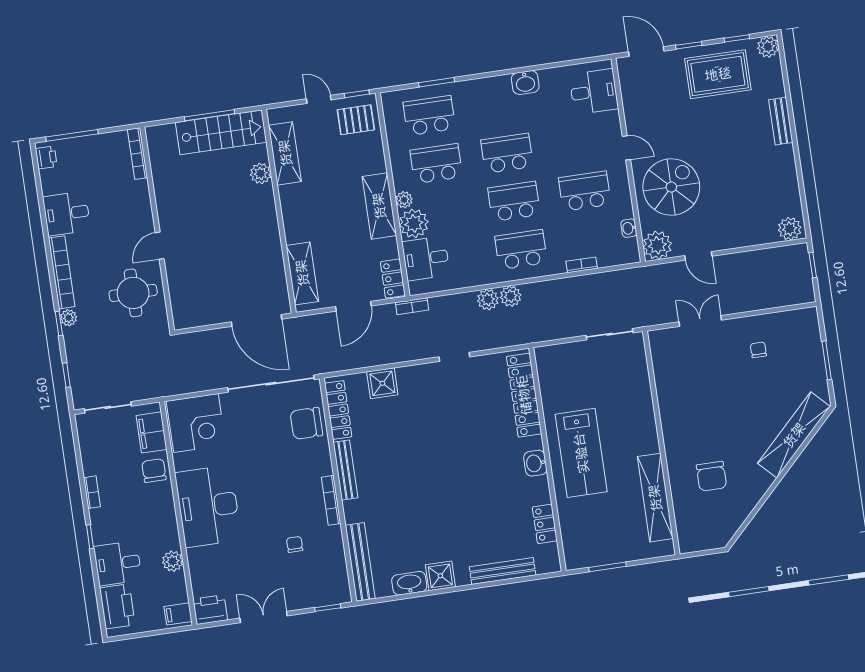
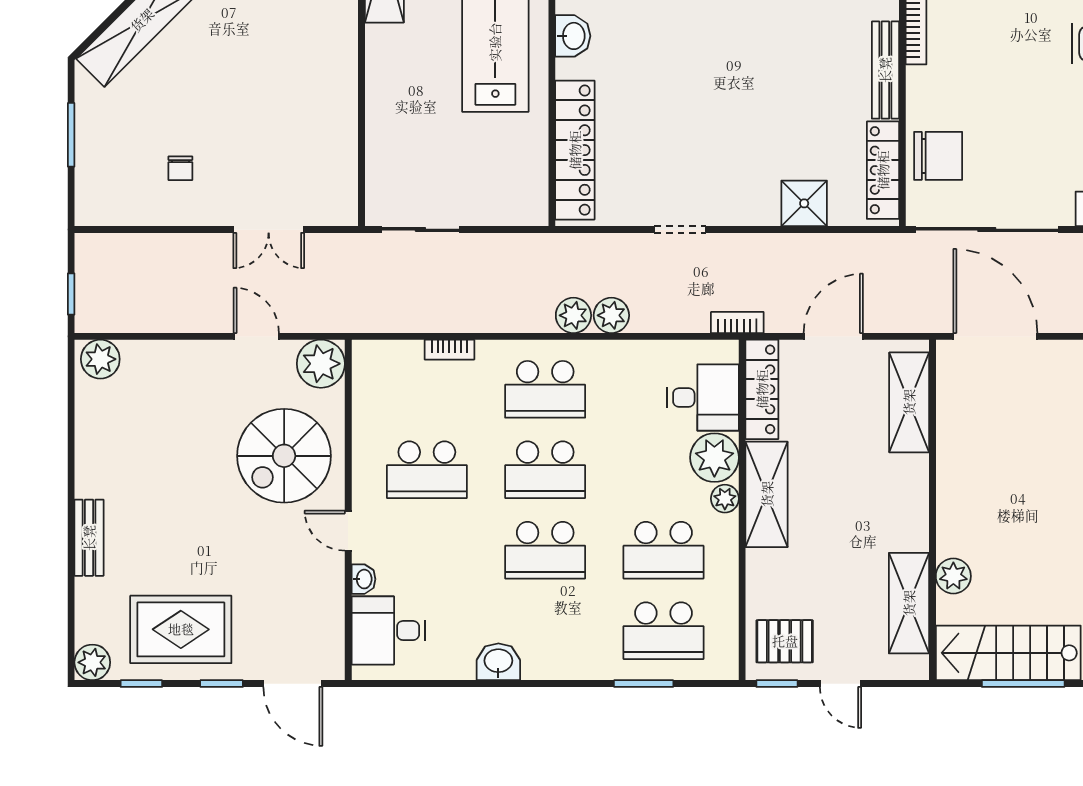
washbasin: (629, 228) -> (363, 579), moved
locker: (393, 279) -> (762, 389), width x1.53

